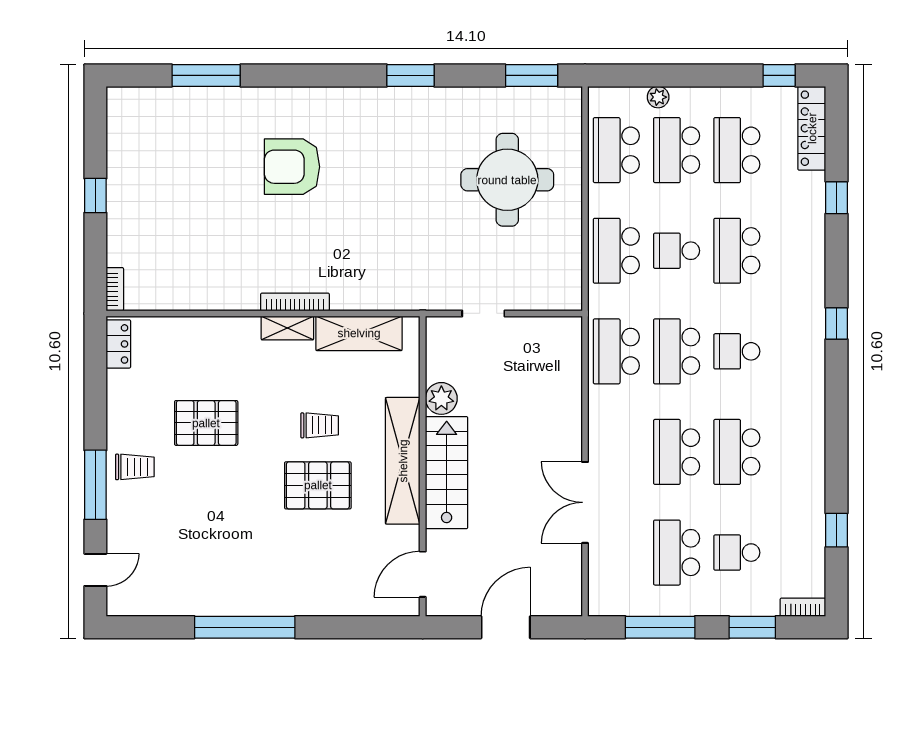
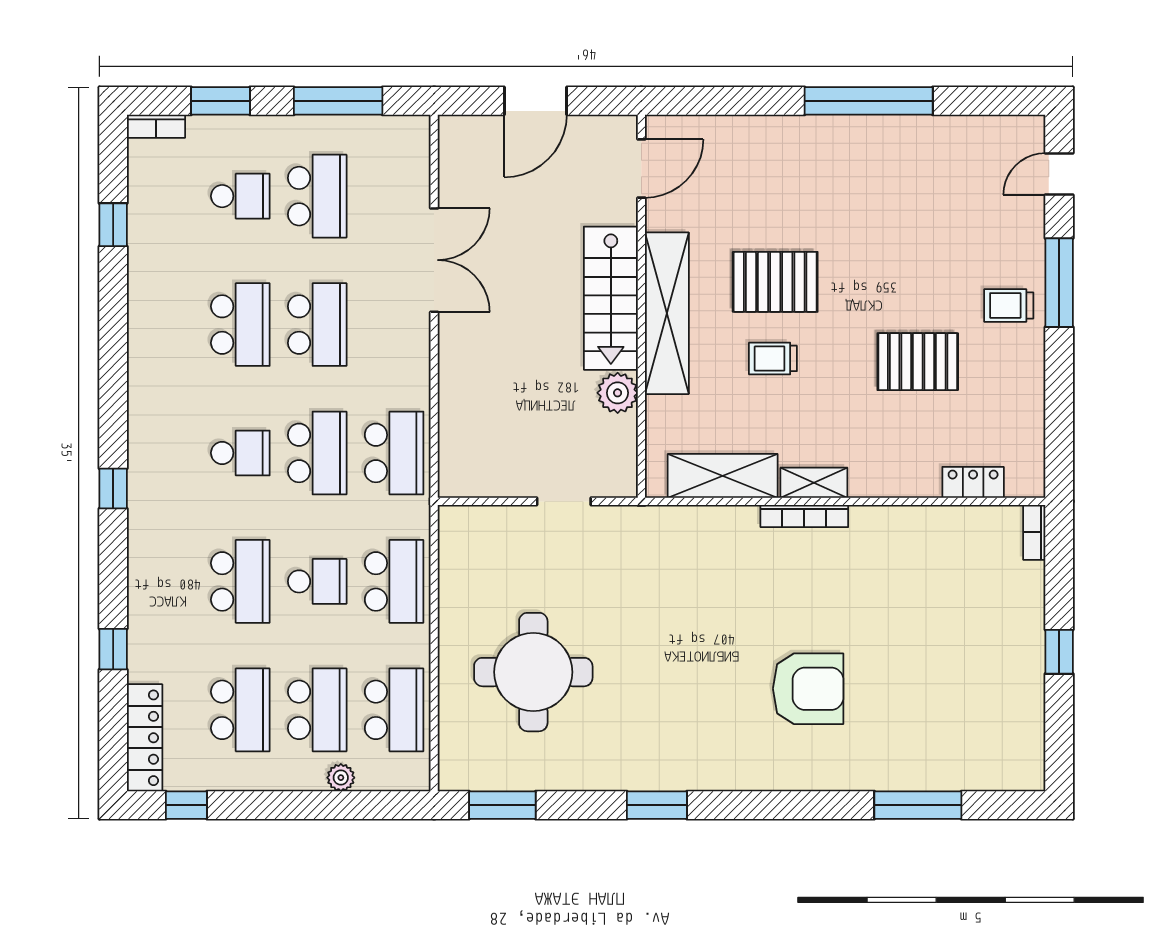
locker: (118, 344) -> (973, 482), moved, turned 90

